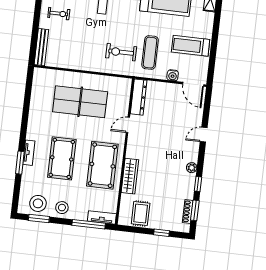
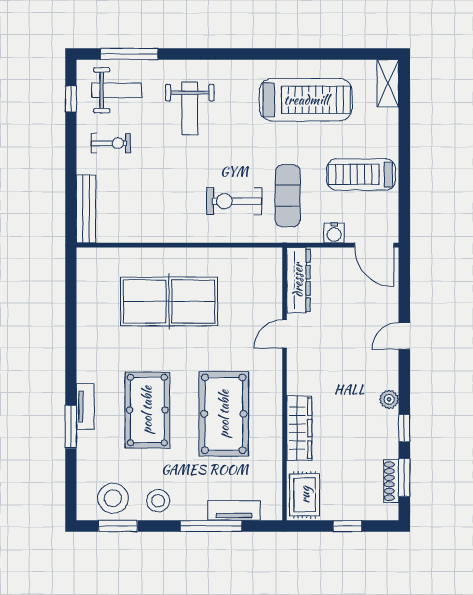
dresser: (139, 97) -> (298, 280), moved
door: (128, 125) -> (285, 334), moved
wall: (125, 152) -> (285, 384), moved
wardrobe: (130, 176) -> (299, 428), moved

